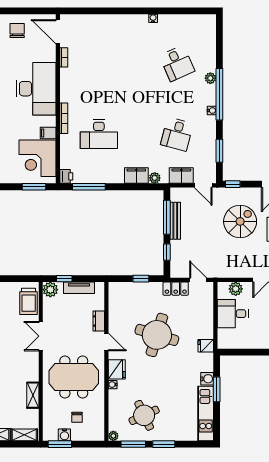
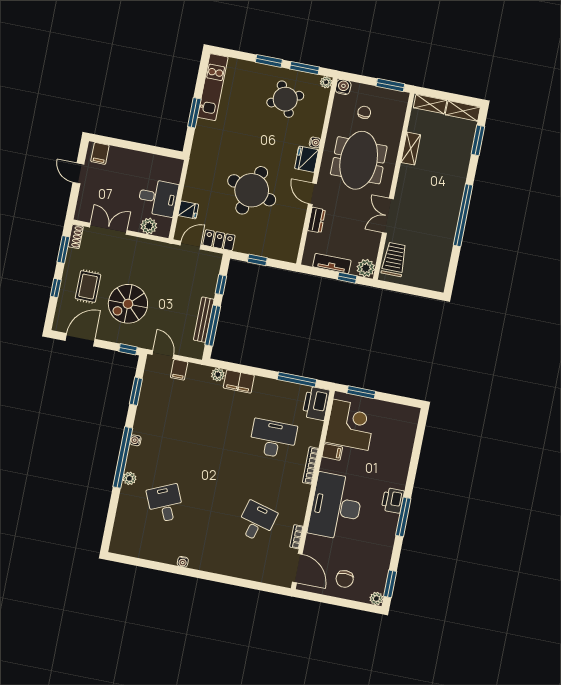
desk: (177, 134) -> (257, 522), moved
printer: (66, 176) -> (316, 403), width x1.87, depth x1.48
filing cabinet: (181, 176) -> (179, 370), width x0.50
door: (198, 280) -> (191, 245), swing flipped
double door: (41, 336) -> (388, 216), swing flipped
fridge: (206, 346) -> (188, 210), moved
meeting table: (74, 377) -> (359, 160), turned 90
water cooler: (207, 379) -> (203, 127), removed
water cooler: (64, 435) -> (343, 87), moved

